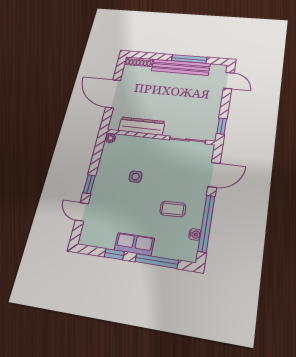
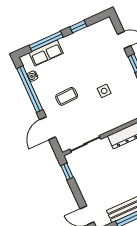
coffee table: (173, 209) -> (67, 96), moved
row of seats: (134, 244) -> (46, 53), moved

